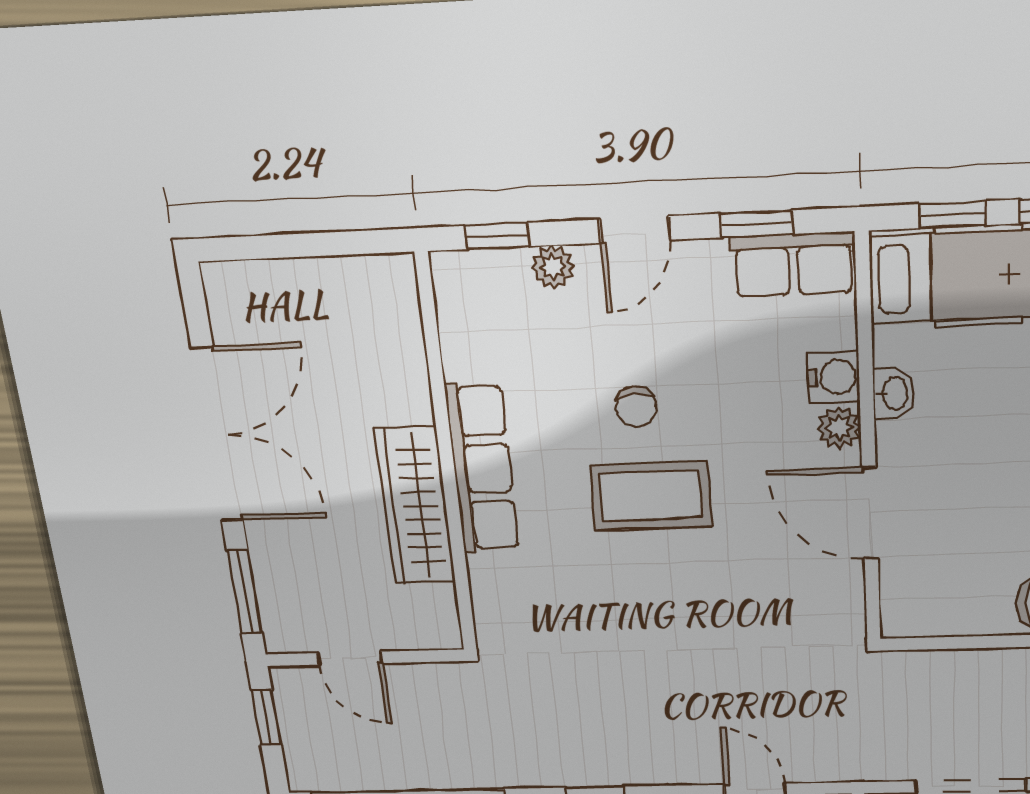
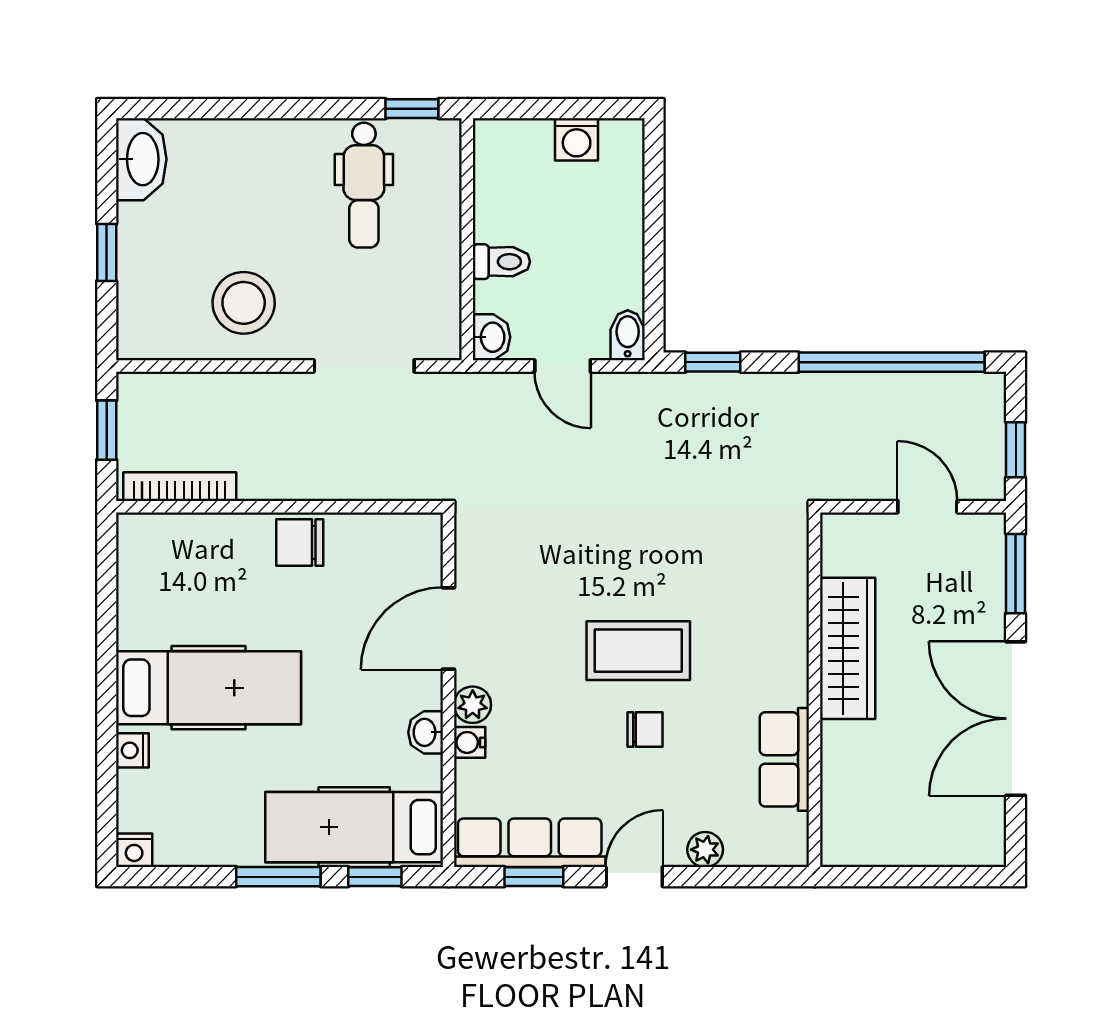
window: (497, 236) -> (749, 877), removed
row of seats: (793, 264) -> (530, 843), width x1.48
water cooler: (834, 377) -> (470, 742), width x0.72, depth x0.72
chair: (636, 407) -> (645, 729), turned 93
row of seats: (482, 469) -> (784, 759), moved, width x0.68
door: (870, 513) -> (448, 628), swing flipped

